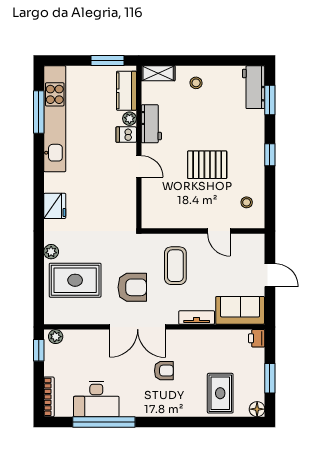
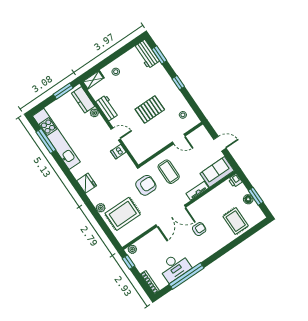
dishwasher: (126, 135) -> (118, 152), moved
armchair: (132, 287) -> (146, 185), moved
floor lamp: (257, 409) -> (248, 199), moved

